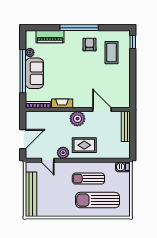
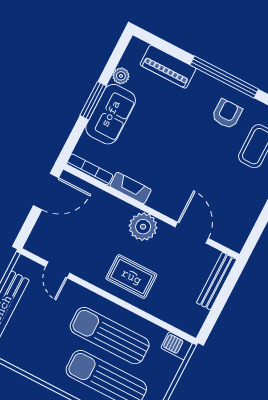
window: (23, 71) -> (93, 101), width x0.47
door: (23, 139) -> (46, 192), moved
plant: (63, 153) -> (90, 271), removed
sun lounger: (88, 179) -> (110, 336), width x1.36, depth x1.34

